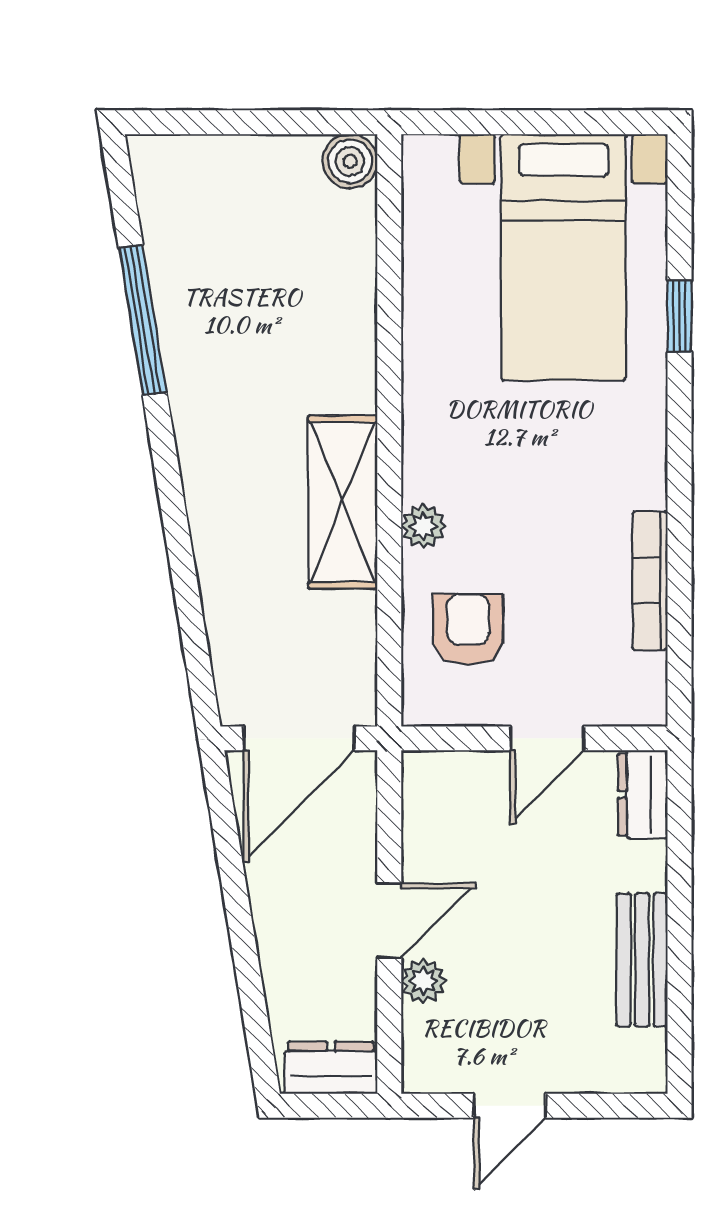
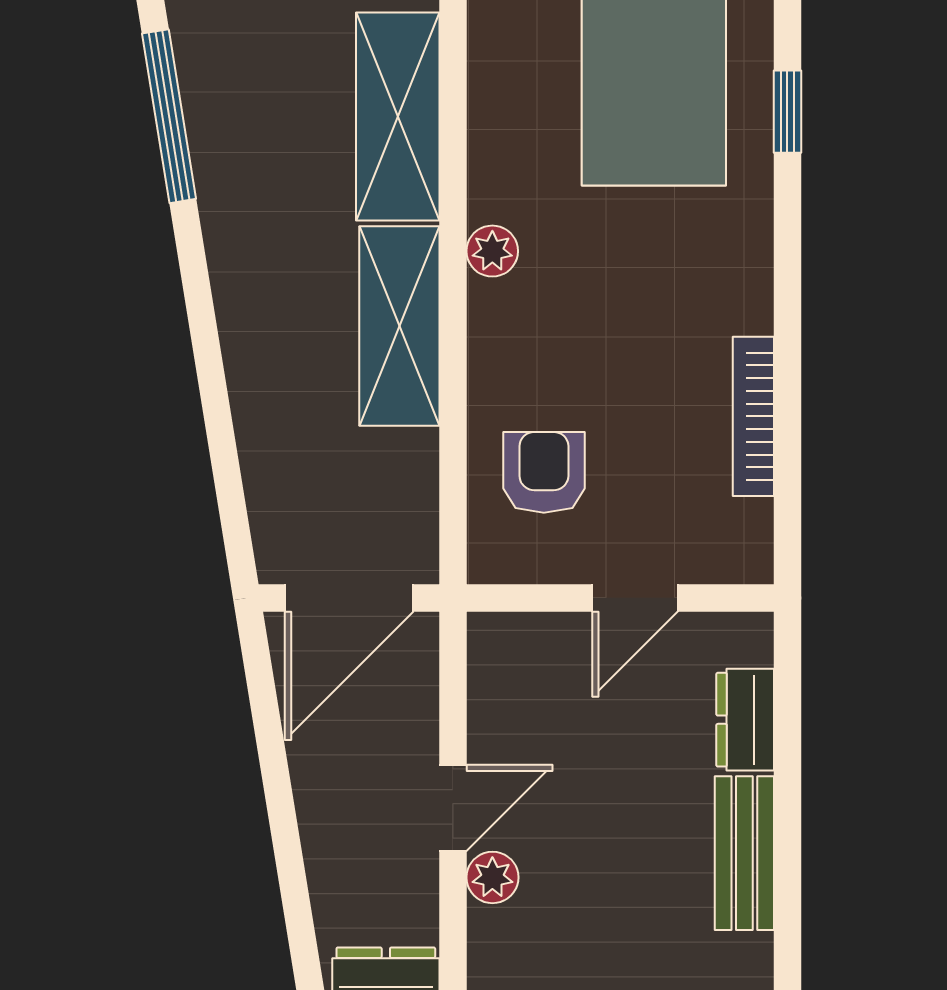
shelving: (341, 320) -> (398, 117), added
plant: (423, 526) -> (492, 251), moved
dresser: (643, 794) -> (745, 720), moved

